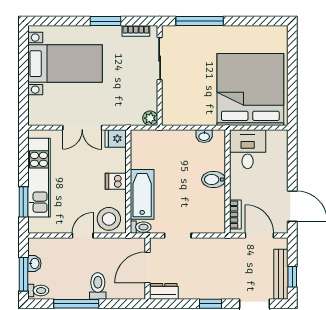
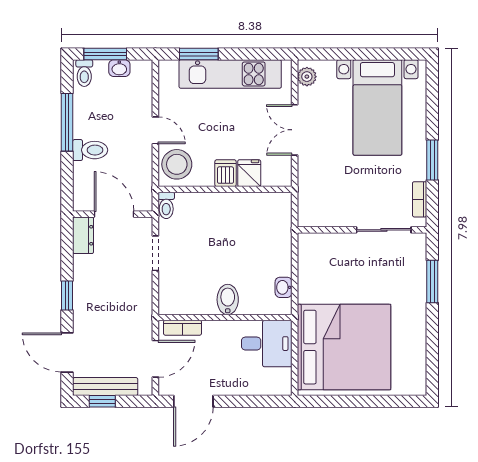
window: (200, 21) -> (432, 282), width x0.69
plant: (150, 118) -> (307, 77), moved
fridge: (116, 139) -> (249, 173), moved
bathtub: (142, 194) -> (208, 207), removed

